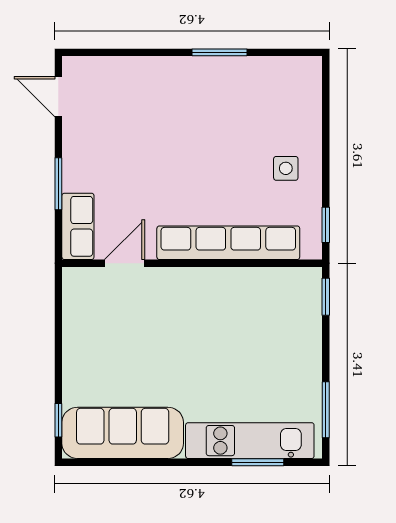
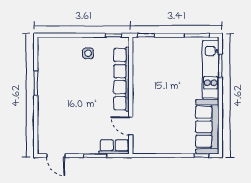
door: (58, 97) -> (56, 156), hinge flipped

